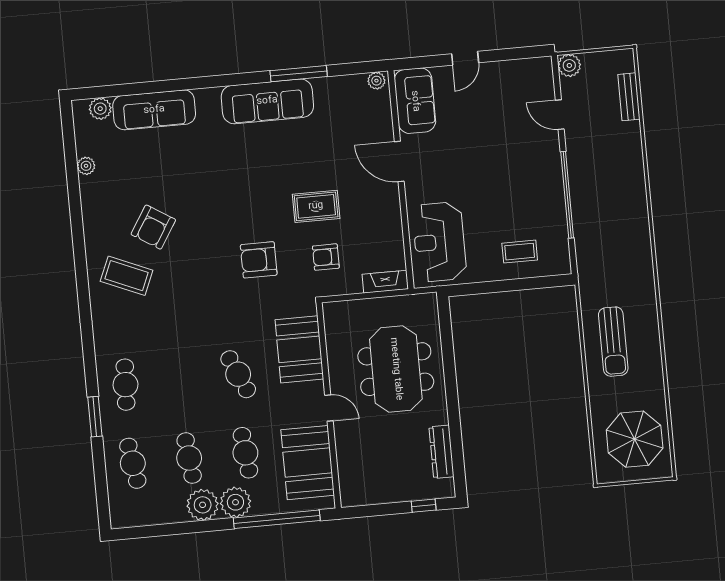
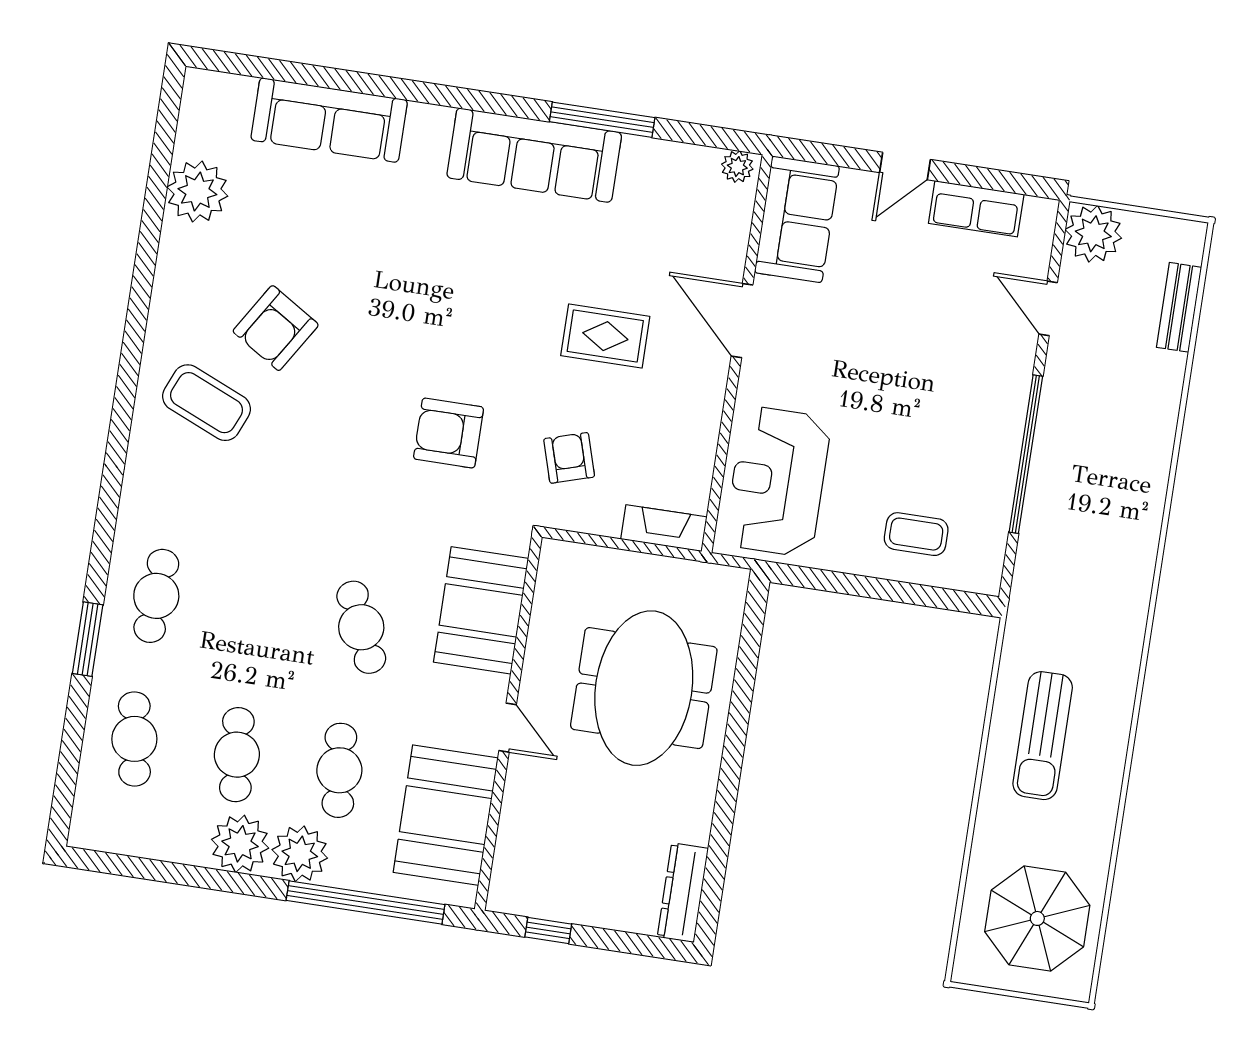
plant: (569, 65) -> (1093, 234), width x1.36, depth x1.36
row of seats: (508, 71) -> (976, 209), added
plant: (100, 109) -> (234, 94), removed
plant: (86, 166) -> (197, 192), width x1.87, depth x1.87
rug: (316, 206) -> (605, 336), moved
armchair: (326, 257) -> (569, 458), turned 73
dresser: (442, 452) -> (683, 893), moved
window: (424, 506) -> (548, 930), moved

